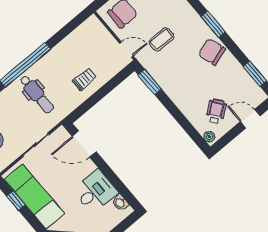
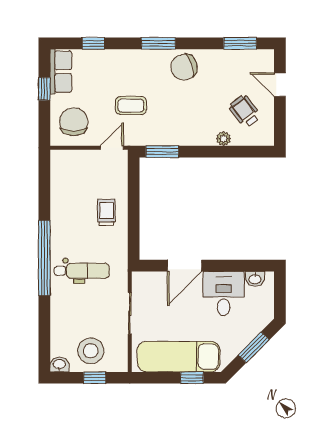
coffee table: (161, 39) -> (131, 106), turned 90
door: (250, 119) -> (280, 85), hinge flipped
plant: (209, 137) -> (224, 139), moved
door: (84, 144) -> (184, 266), moved
window: (16, 201) -> (192, 378), moved

